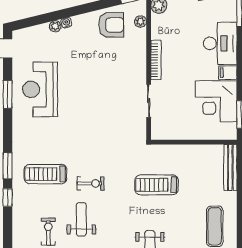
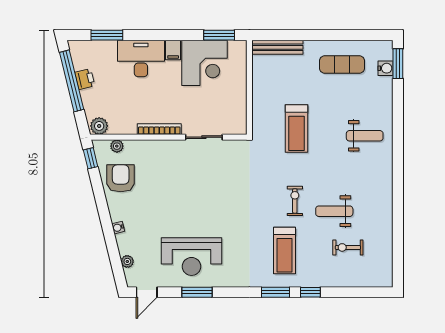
plant: (55, 26) -> (127, 261), moved

